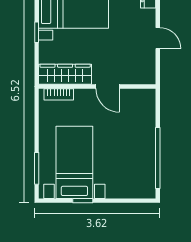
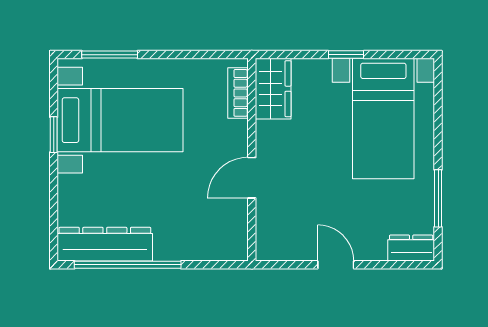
door: (158, 38) -> (336, 265), swing flipped
wardrobe: (65, 74) -> (273, 89), width x0.67
dresser: (146, 171) -> (105, 244), added

